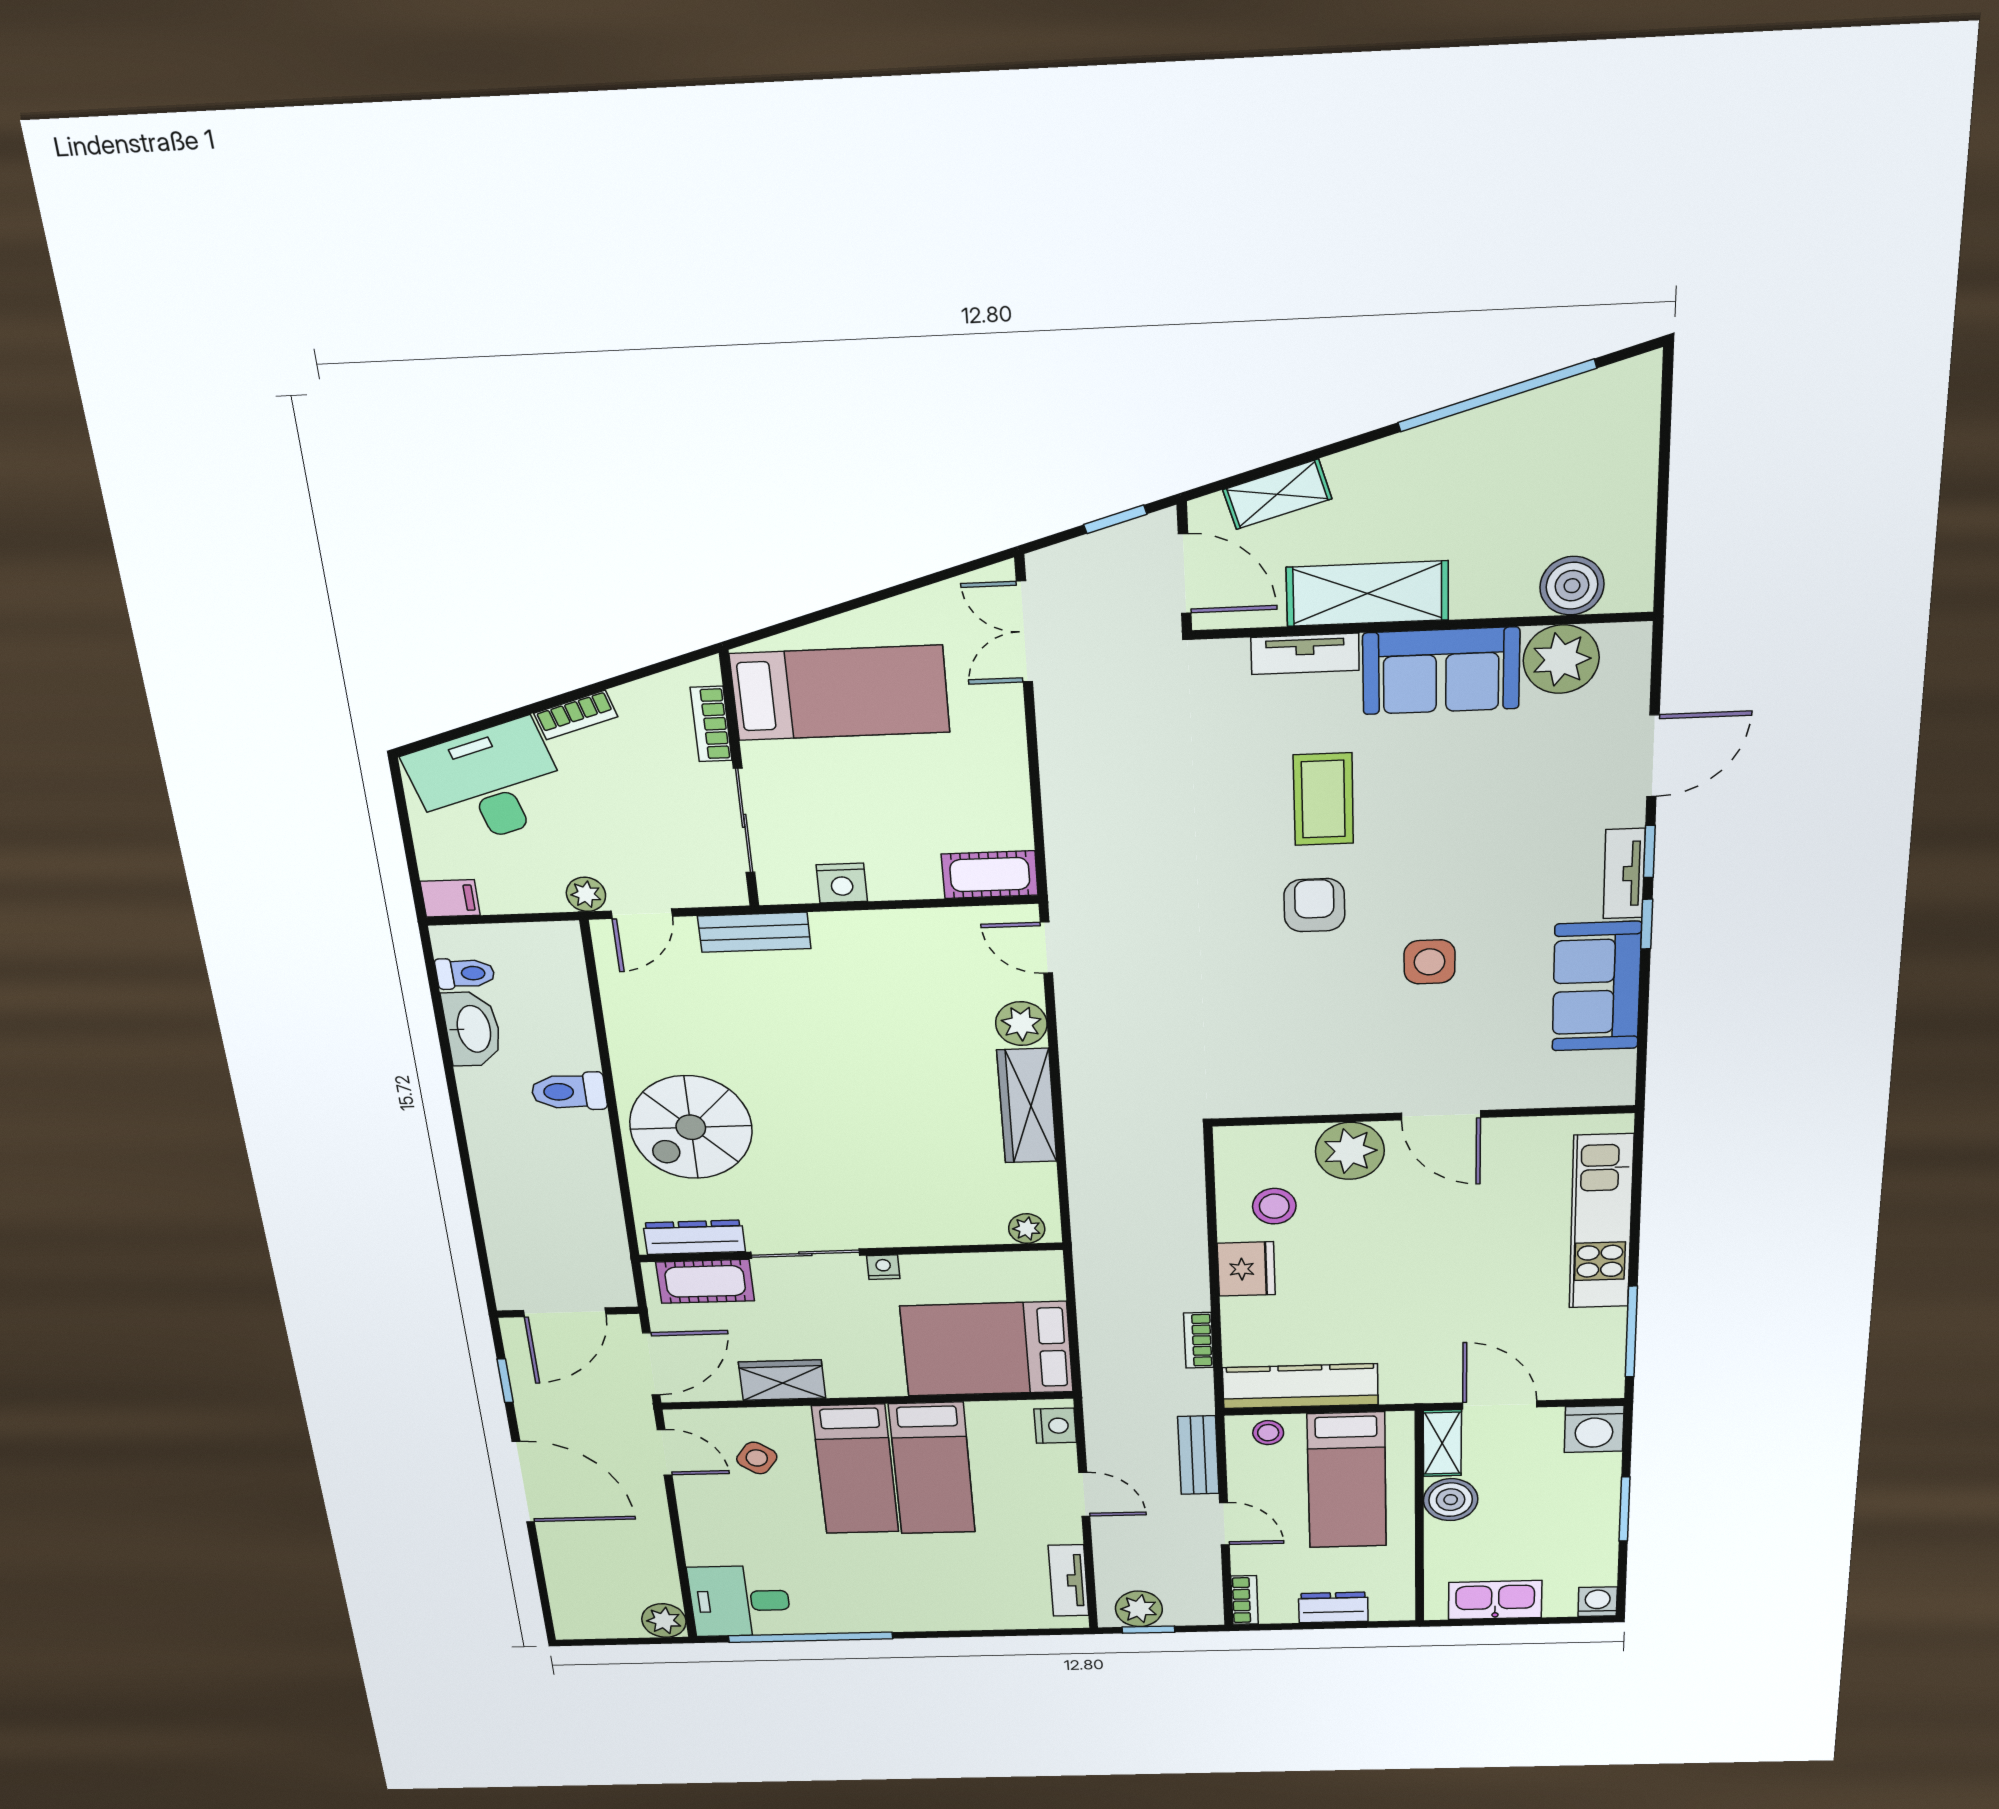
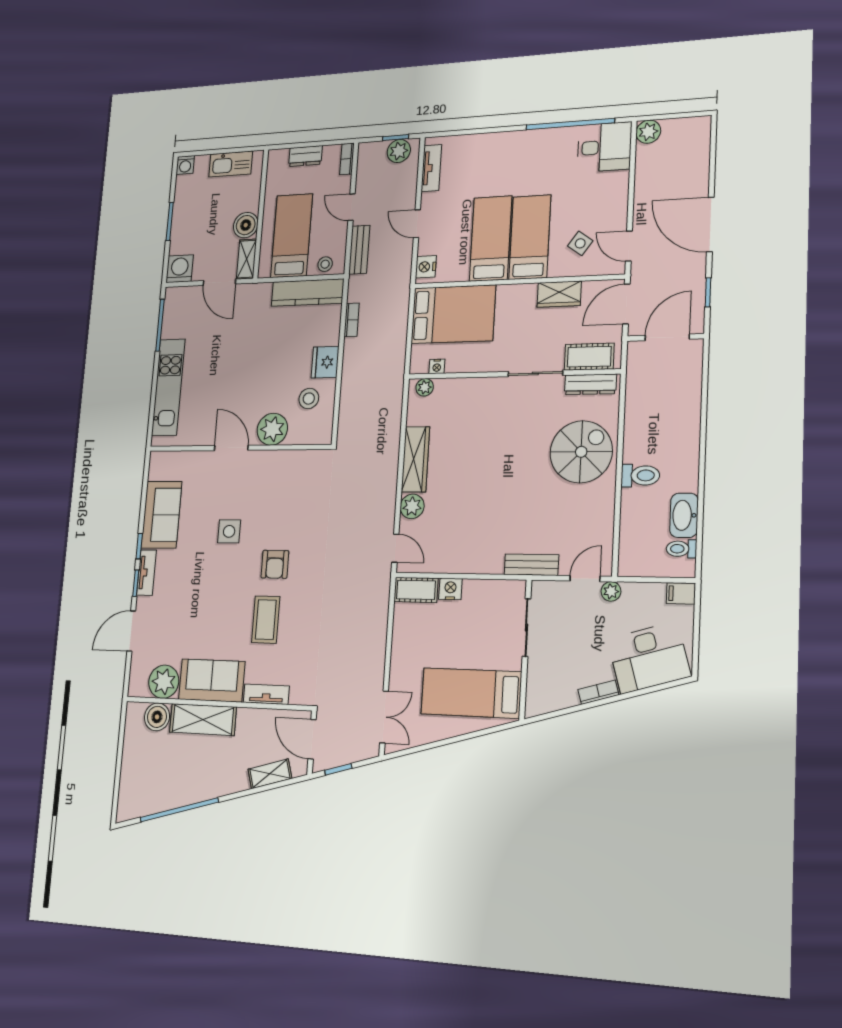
shelving: (1367, 594) -> (203, 720), moved
bookcase: (711, 724) -> (534, 682), removed
nightstand: (842, 883) -> (450, 589), moved
nightstand: (883, 1267) -> (437, 366), moved

